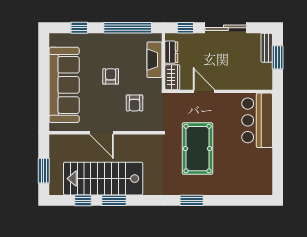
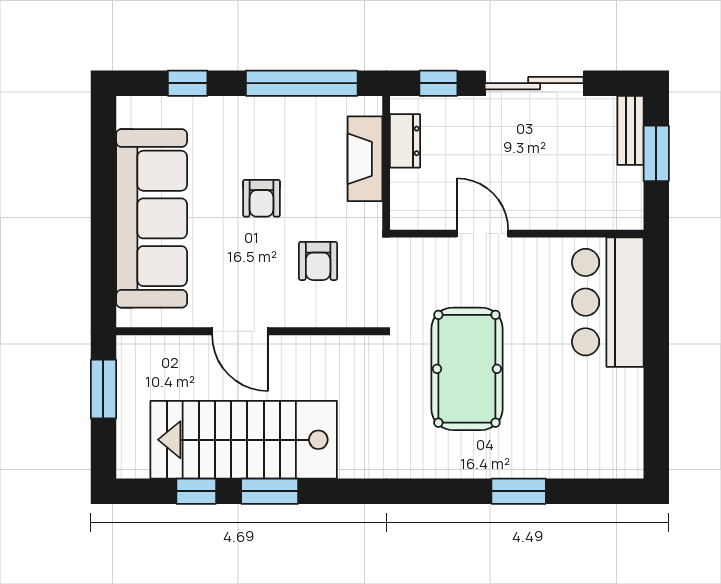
armchair: (111, 76) -> (262, 198), turned 180
wardrobe: (172, 77) -> (407, 200), removed
window: (44, 171) -> (103, 389), moved
window: (192, 200) -> (519, 491), moved

